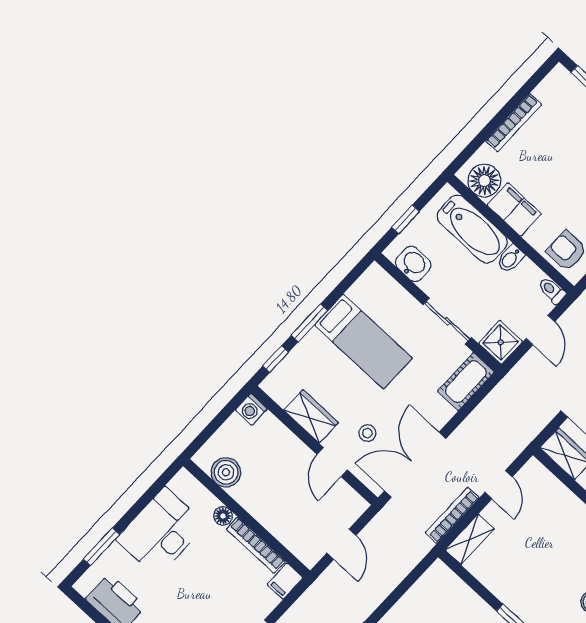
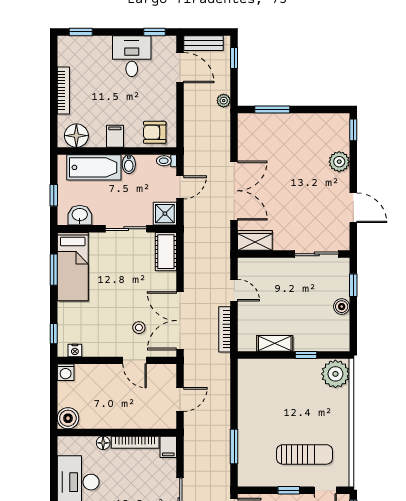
filing cabinet: (514, 209) -> (115, 136), width x0.50
window: (309, 323) -> (54, 270), moved
door: (540, 330) -> (180, 187), hinge flipped
bed: (363, 341) -> (73, 267), moved, turned 90
nightstand: (281, 396) -> (75, 350), added
wardrobe: (311, 416) -> (101, 347), removed
boiler: (226, 472) -> (68, 418), moved
shelving: (470, 539) -> (275, 343), moved, turned 90
door: (341, 544) -> (180, 399), hinge flipped

